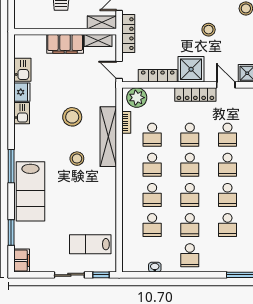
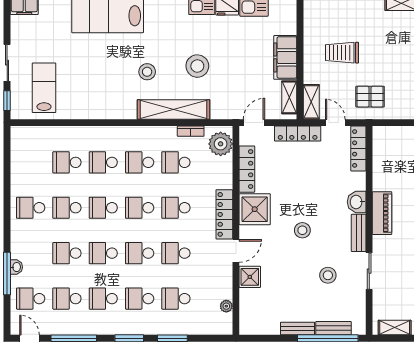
washbasin: (155, 267) -> (16, 267), moved

